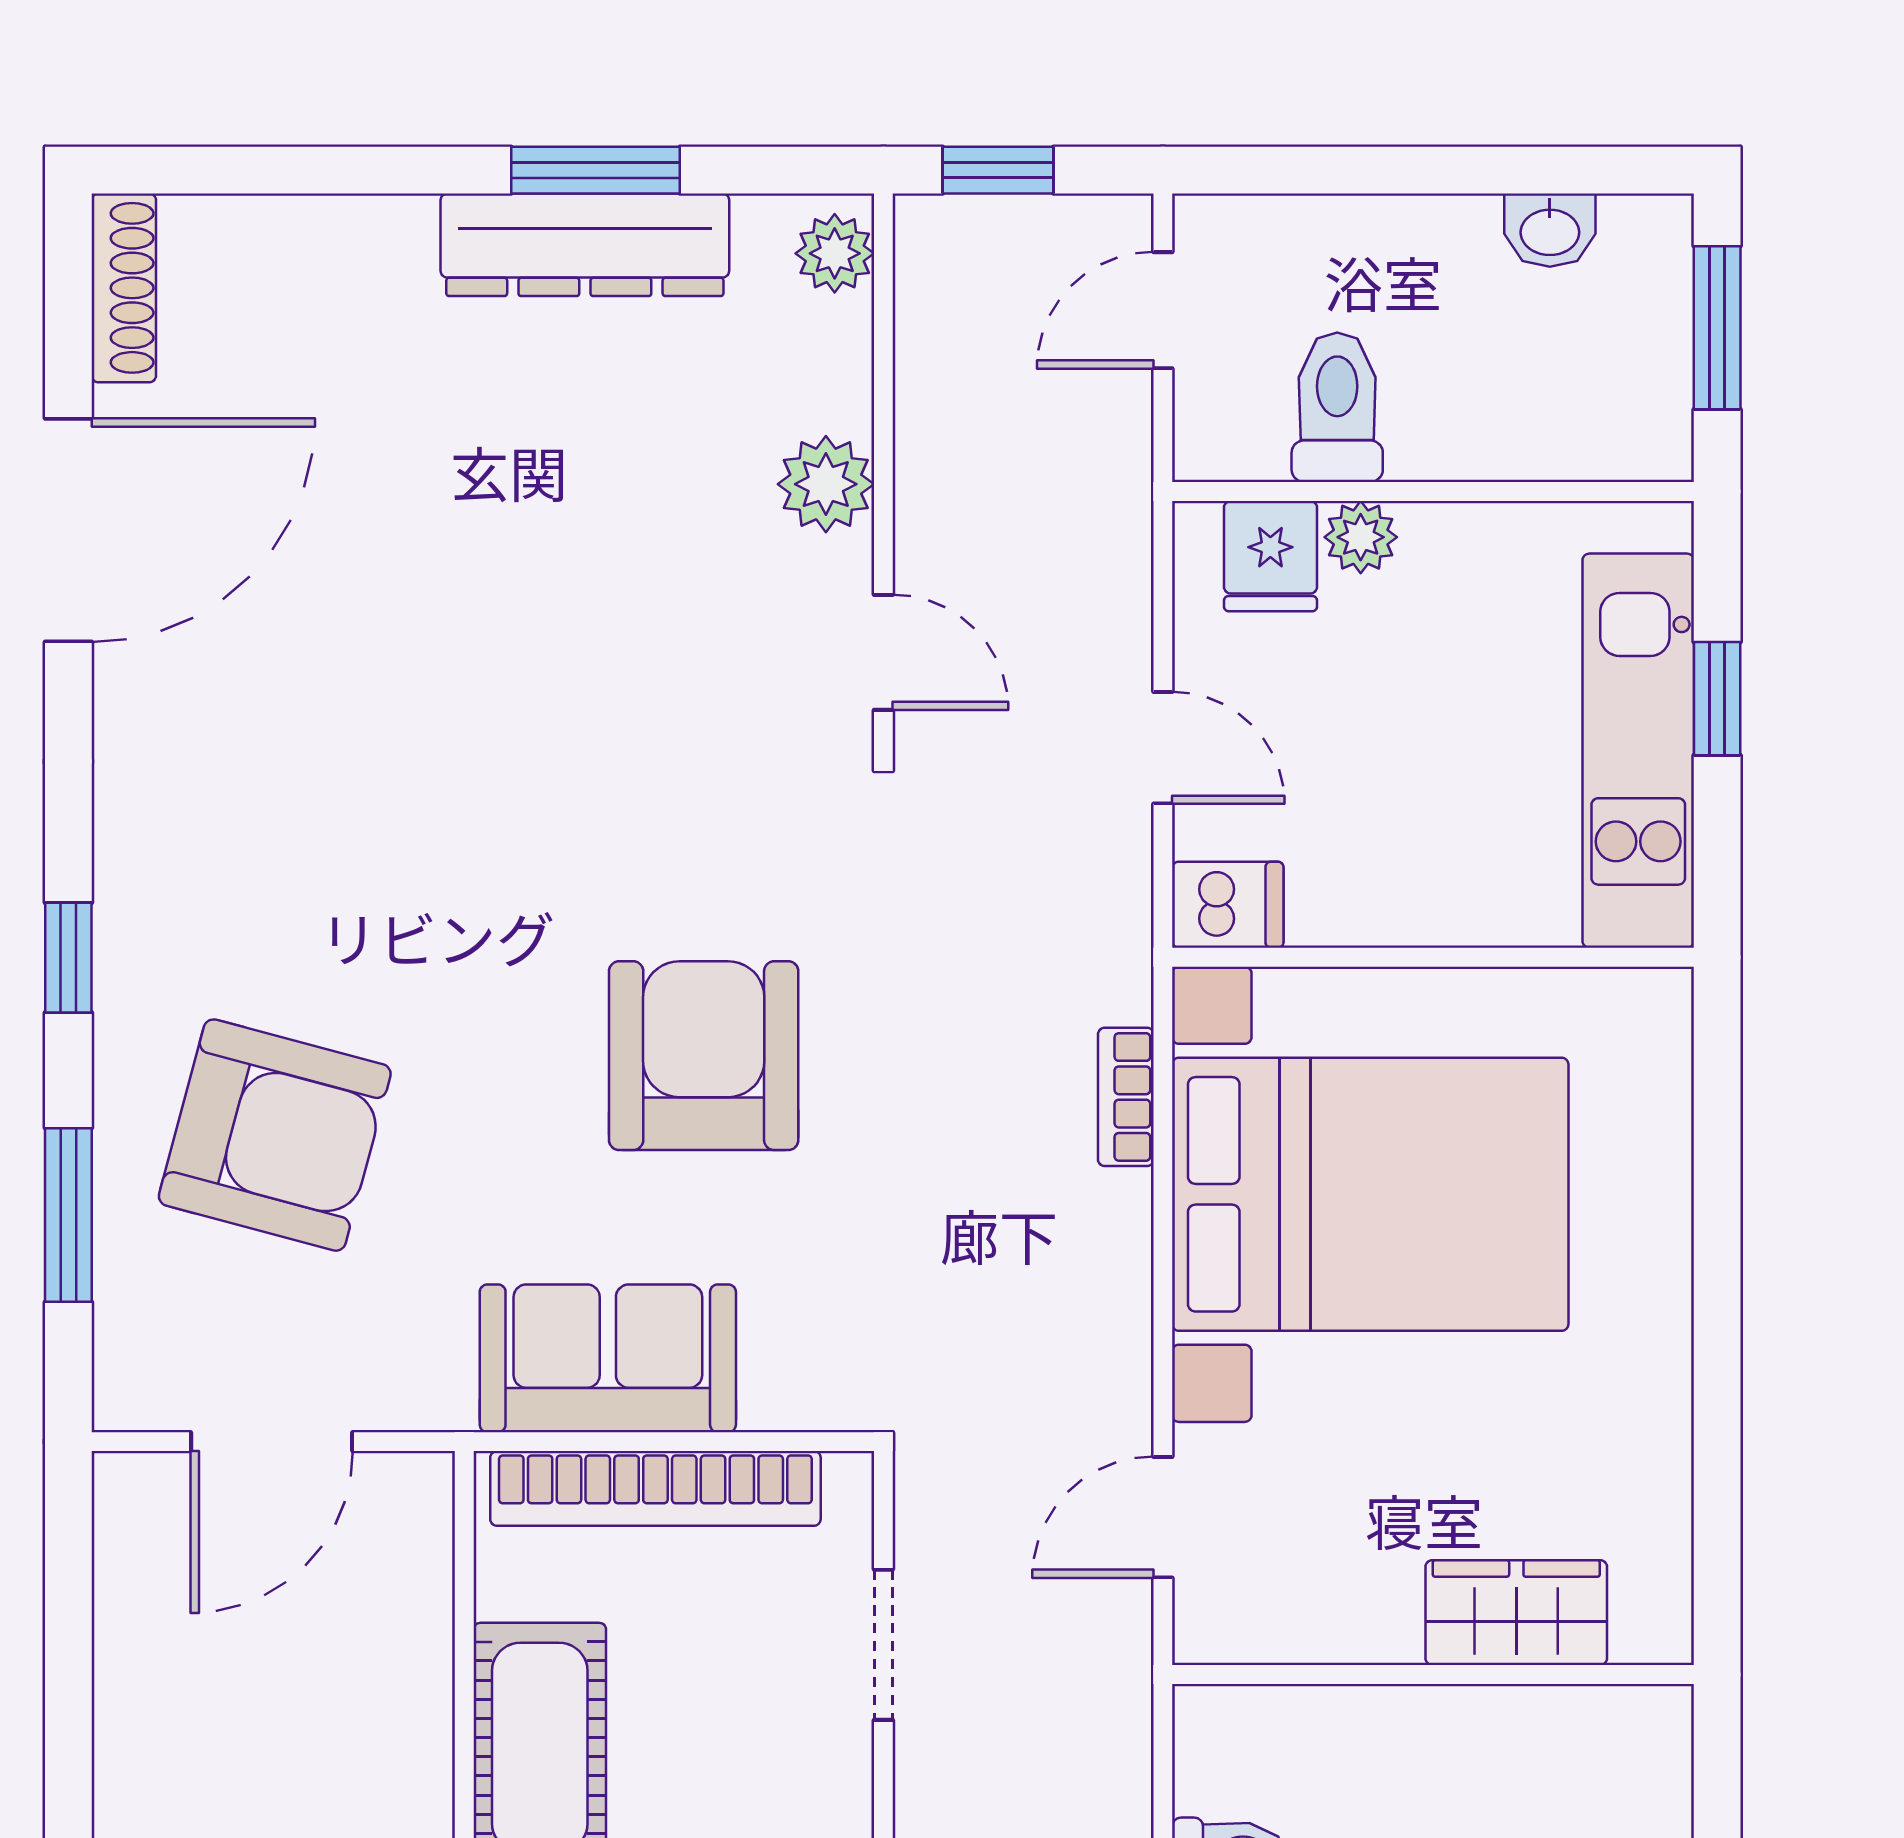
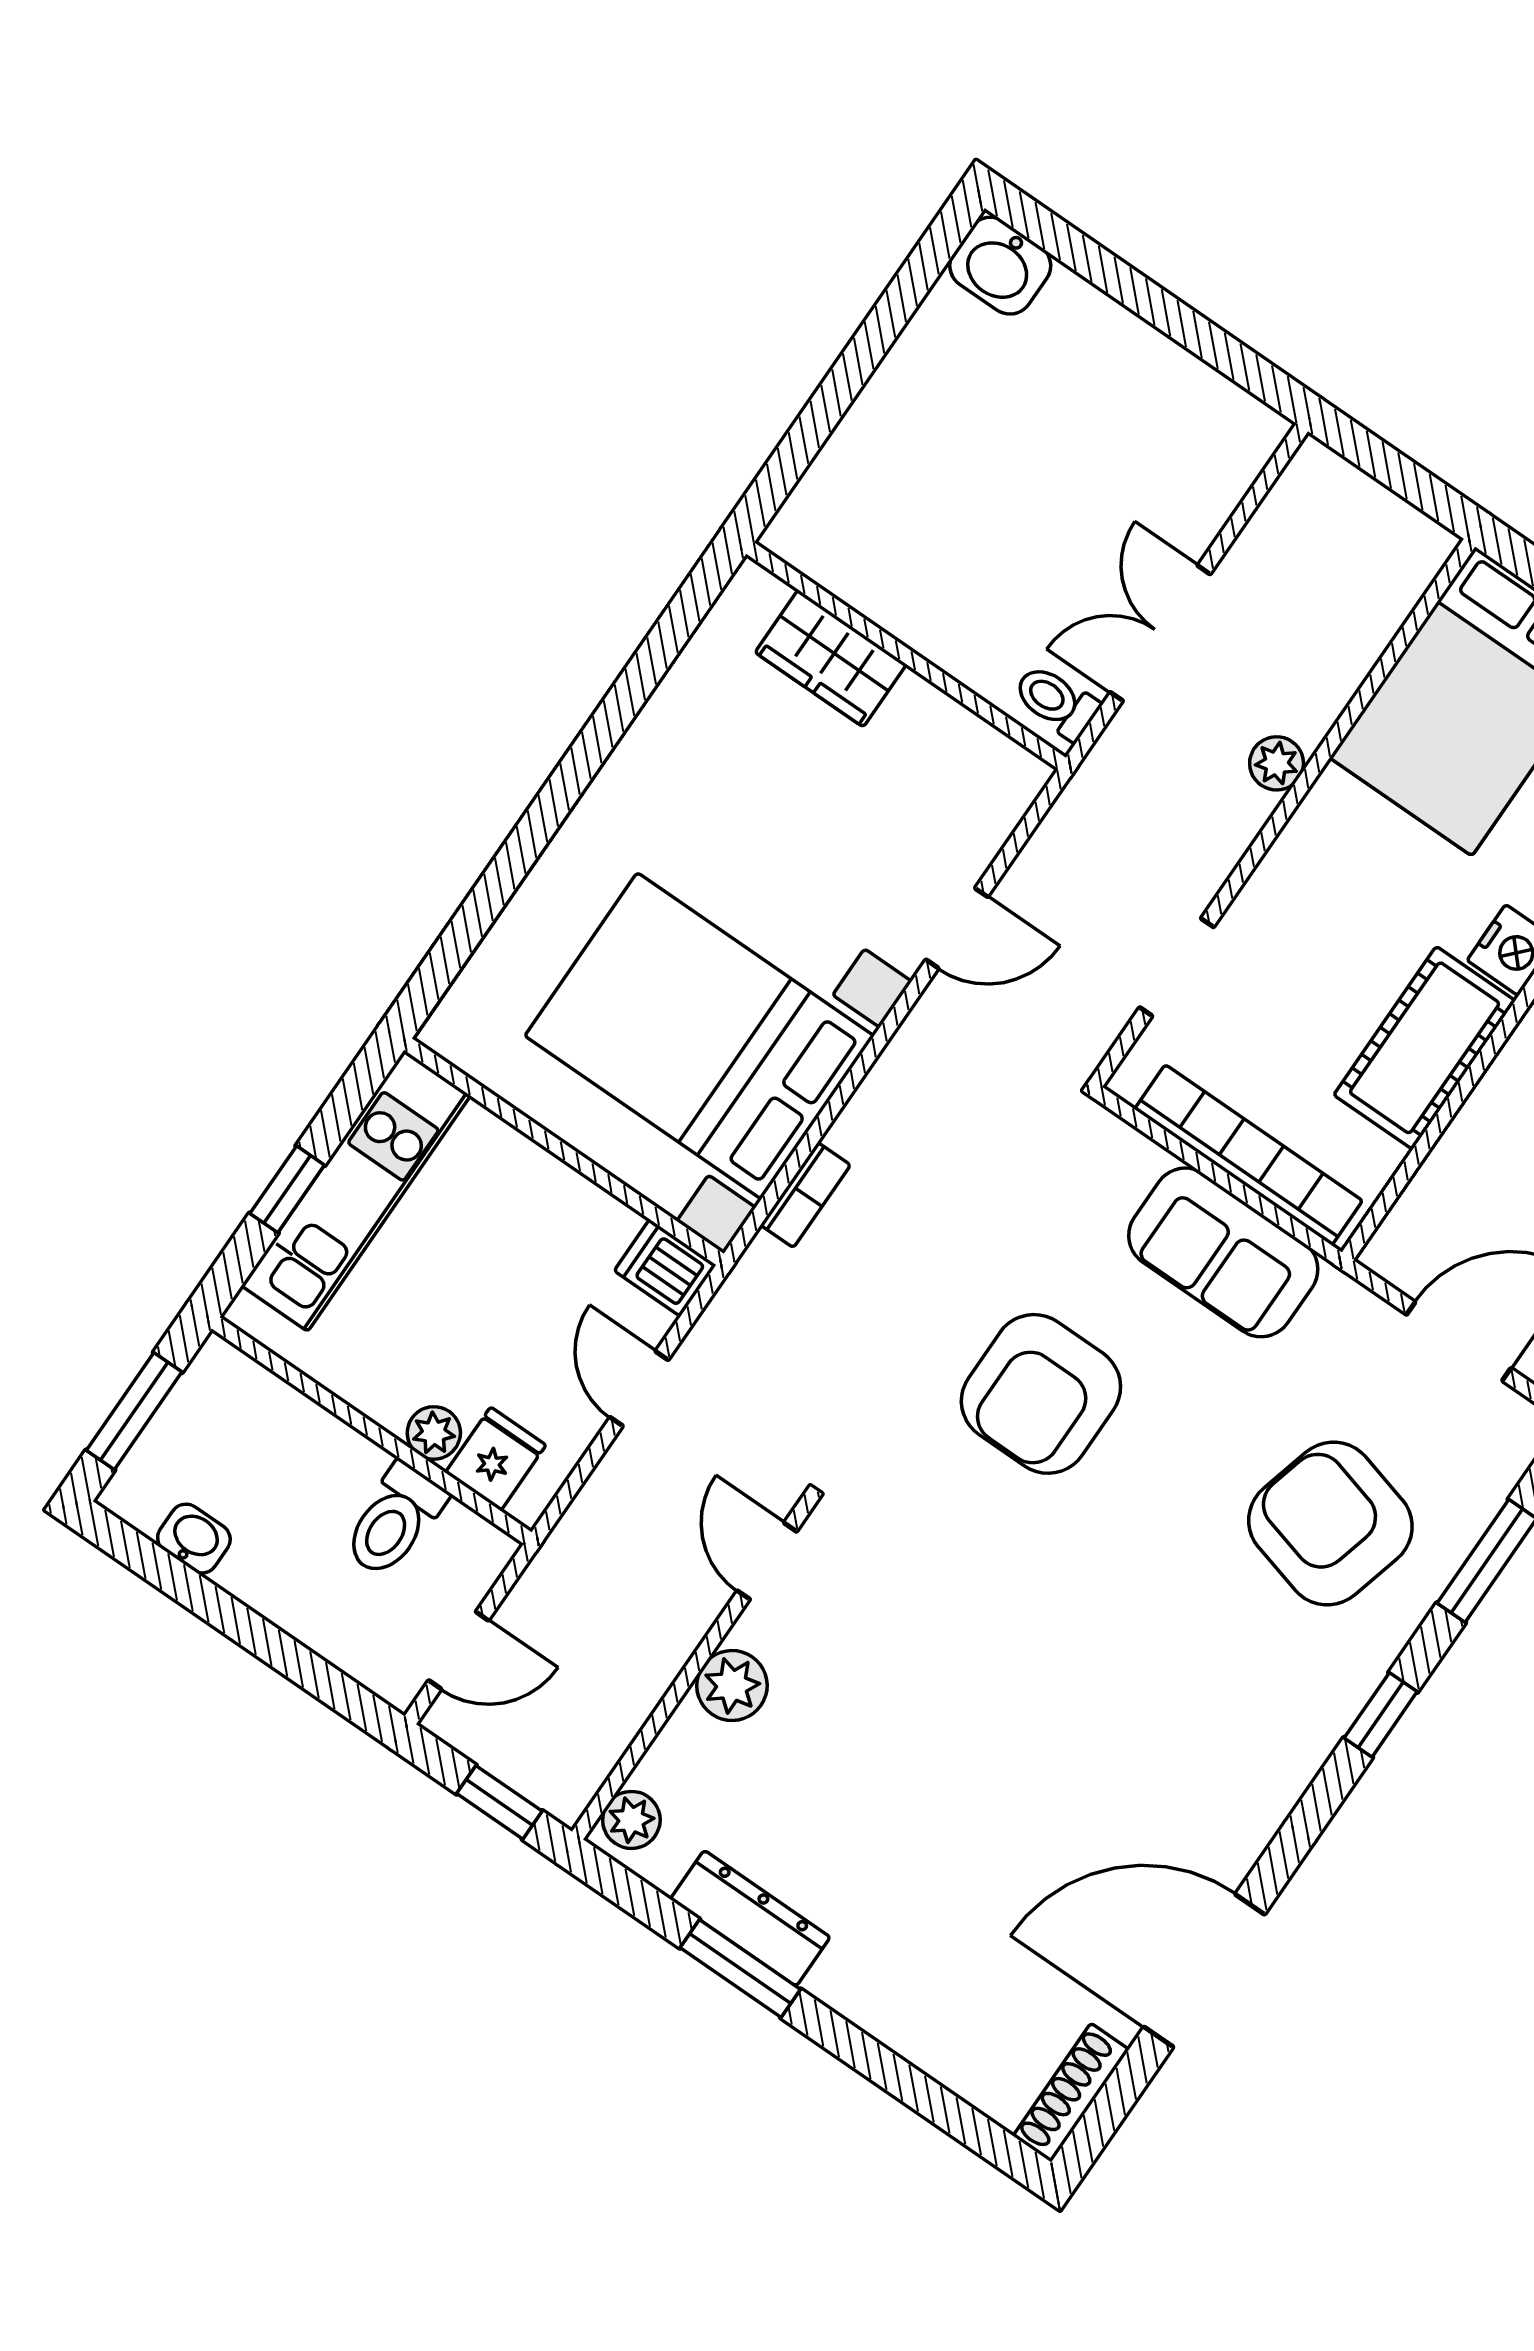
dresser: (585, 245) -> (750, 1918), width x0.73, depth x0.80
wardrobe: (1516, 1613) -> (831, 658), moved
wall: (1433, 1674) -> (906, 656), moved

